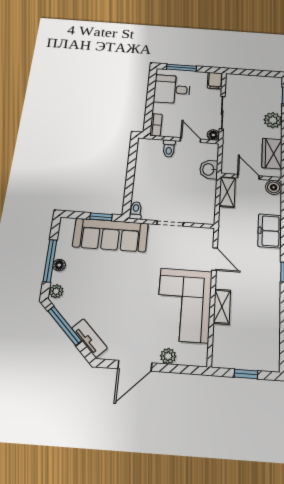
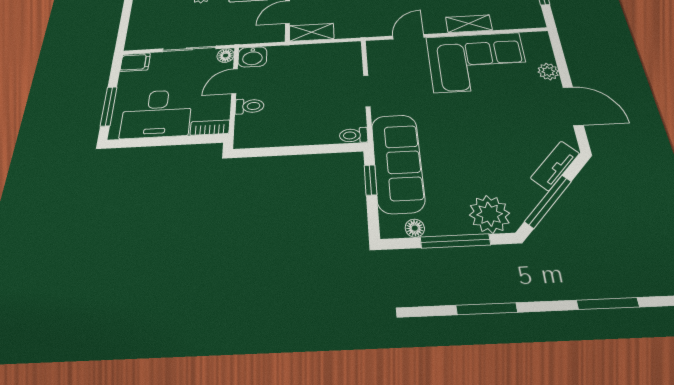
desk: (172, 89) -> (156, 114), width x1.37
washbasin: (209, 169) -> (253, 57), moved
floor lamp: (59, 265) -> (415, 228), moved
plant: (56, 291) -> (490, 214), width x1.88, depth x1.88

